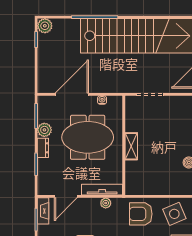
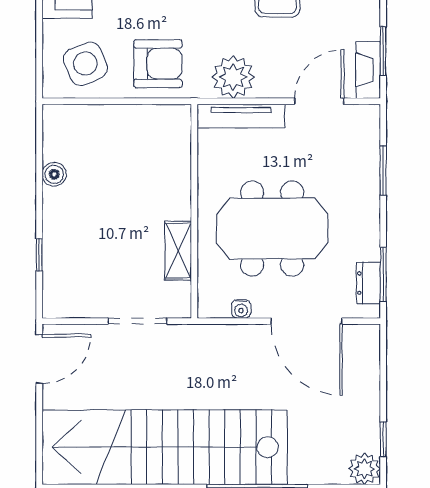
door: (72, 94) -> (306, 321), hinge flipped
plant: (44, 130) -> (365, 245), removed
shelving: (131, 146) -> (178, 251), moved
dresser: (43, 148) -> (369, 283), moved
plant: (106, 203) -> (233, 77), width x1.88, depth x1.88

